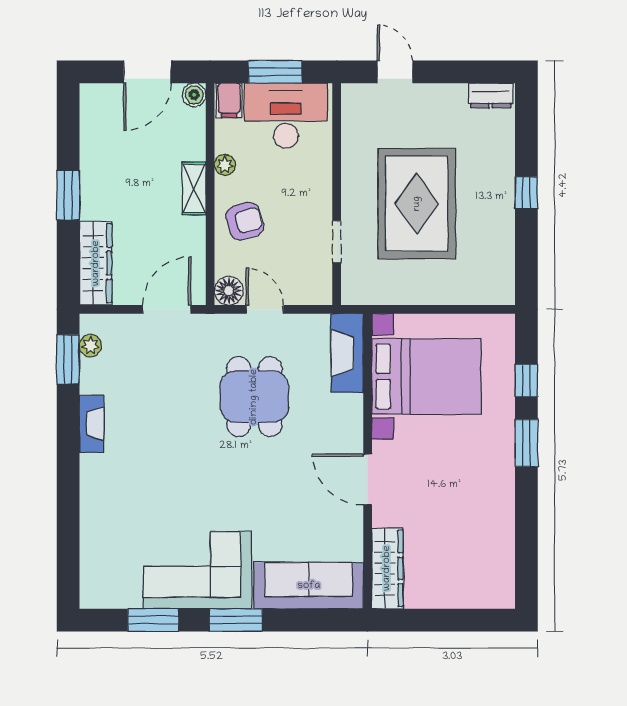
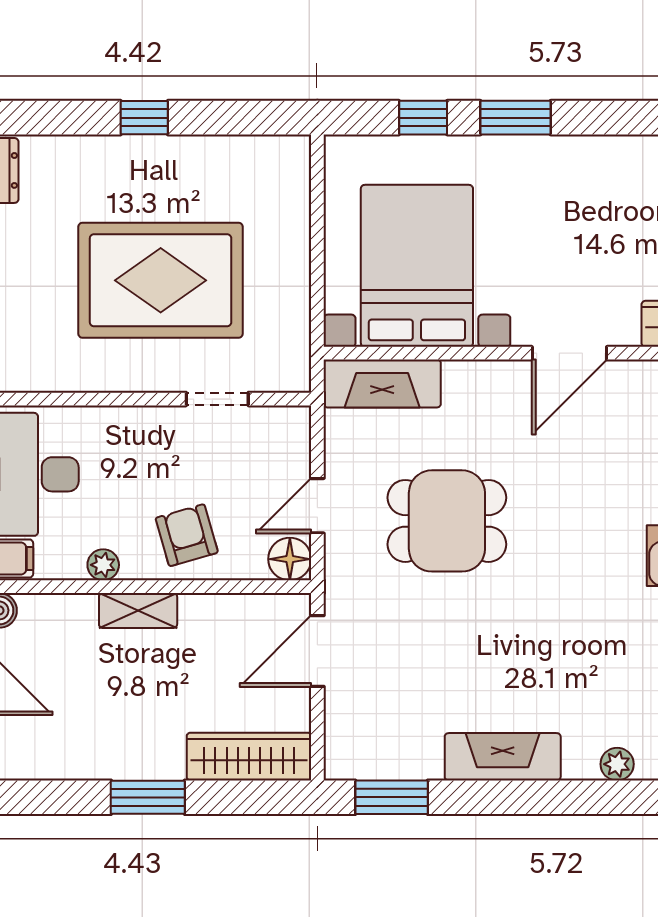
door: (167, 309) -> (317, 651), hinge flipped
plant: (90, 346) -> (617, 764), moved
fireplace: (92, 424) -> (503, 757), width x1.37, depth x1.32

